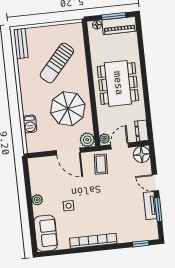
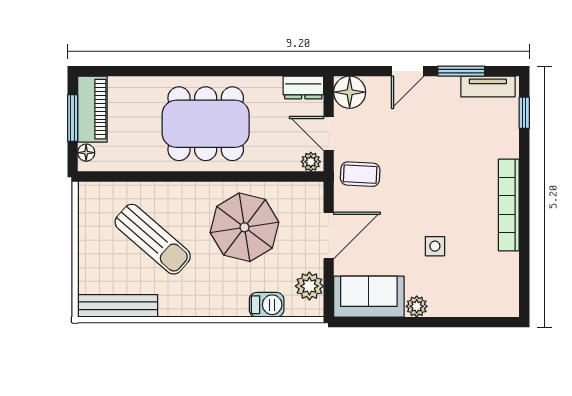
bench: (21, 44) -> (118, 306), width x1.36
plant: (87, 140) -> (309, 286), moved
tv unit: (150, 206) -> (488, 87), moved
sofa: (46, 233) -> (369, 297), moved

